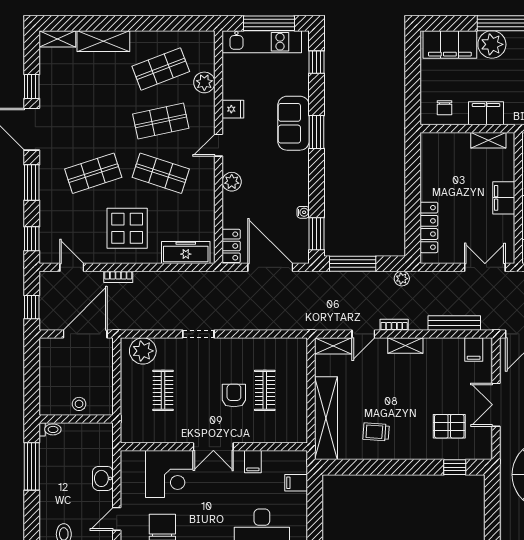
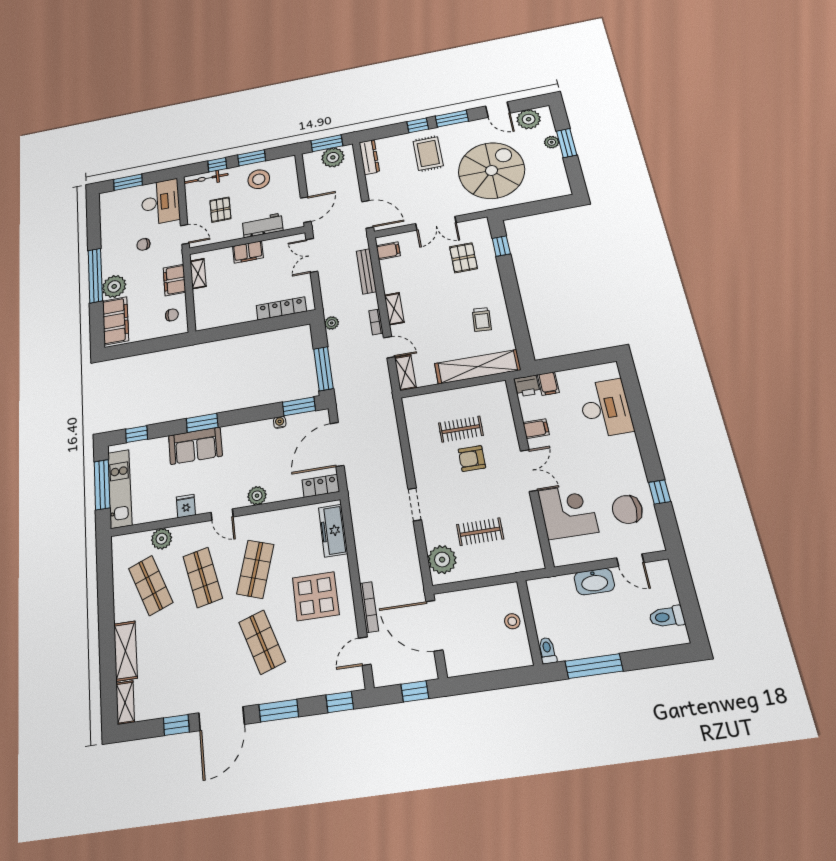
bookcase: (118, 277) -> (369, 607), width x1.56
printer: (297, 462) -> (527, 386), added
washbasin: (103, 478) -> (594, 582), width x1.38

